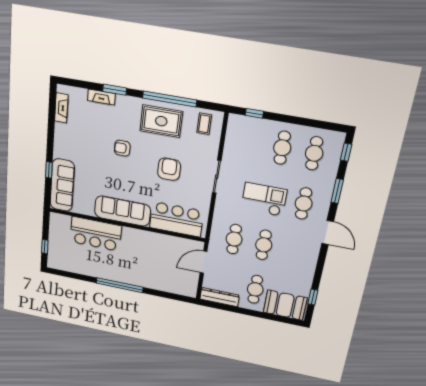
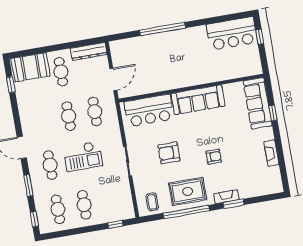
fireplace: (101, 97) -> (226, 197), moved
fireplace: (61, 108) -> (271, 153), moved
armchair: (169, 169) -> (169, 153), turned 90
bar counter: (96, 234) -> (232, 33), moved, turned 180
window: (120, 285) -> (162, 29), moved

